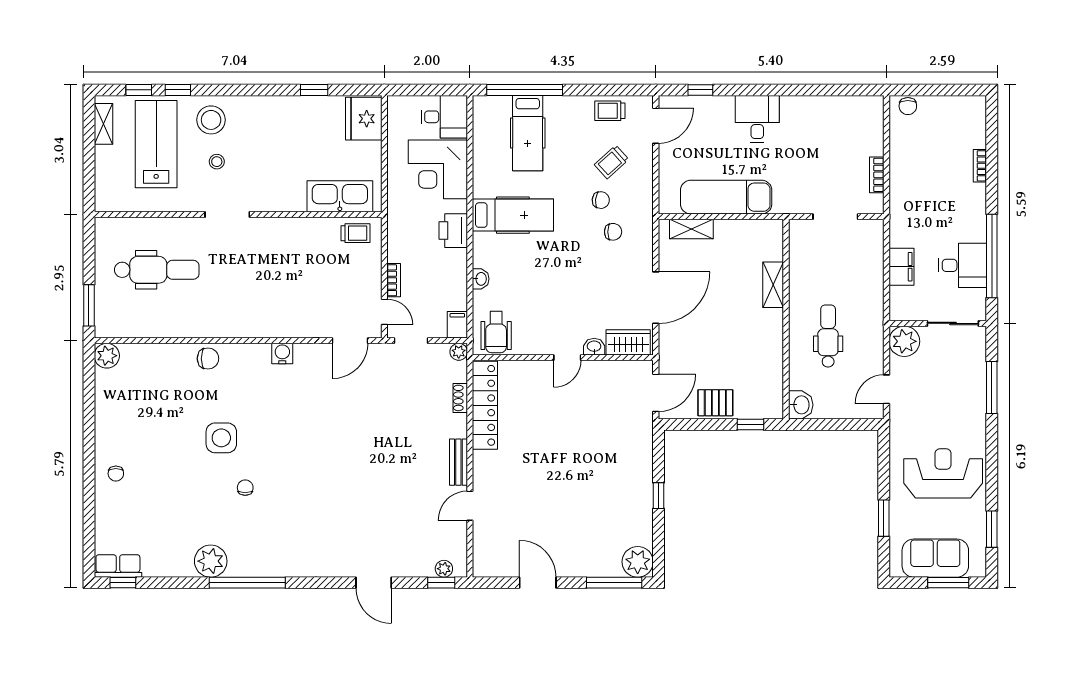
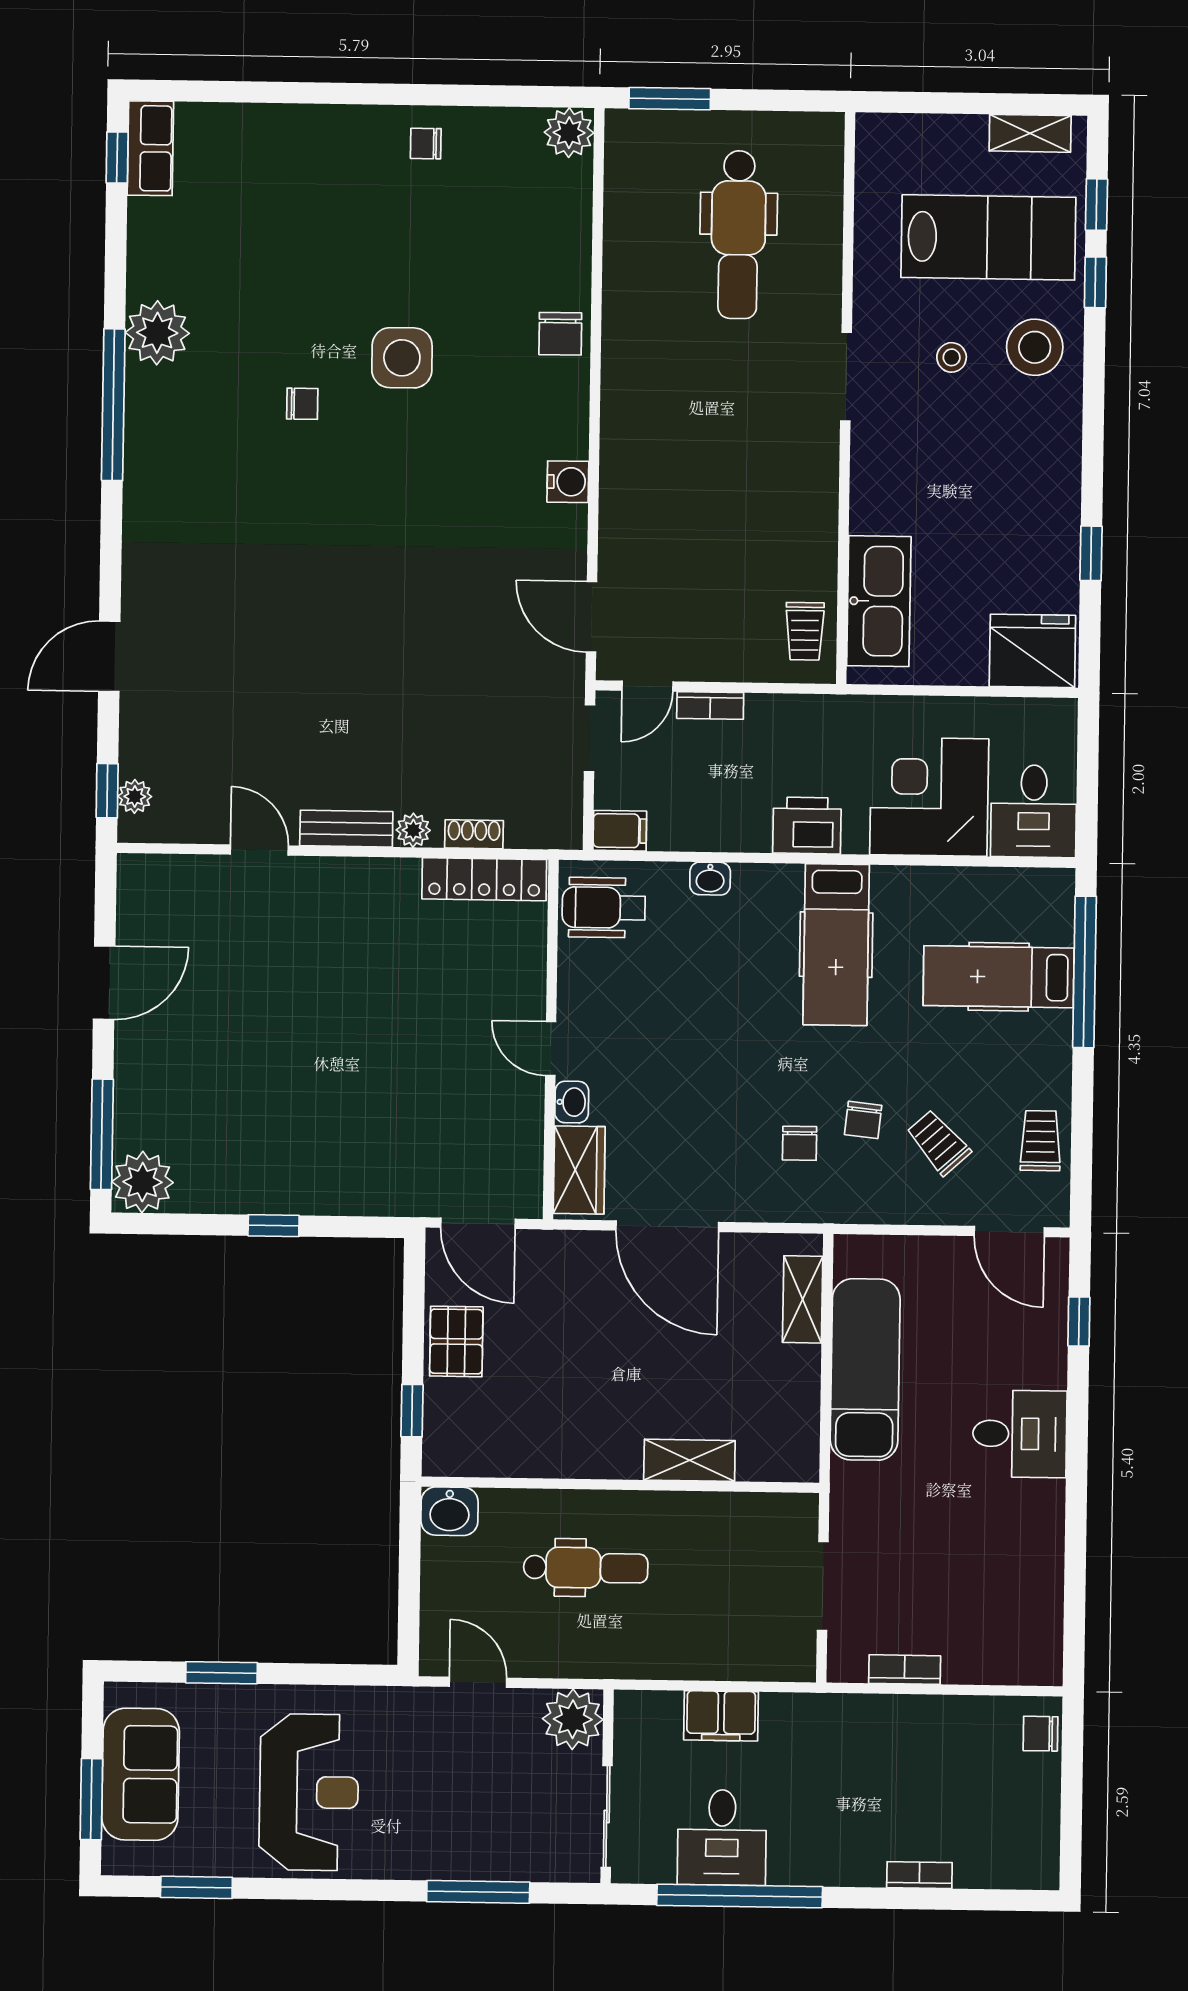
plant: (459, 352) -> (413, 830), moved
locker: (485, 405) -> (484, 879), width x0.71, depth x0.83
chair: (116, 474) -> (426, 144), moved

